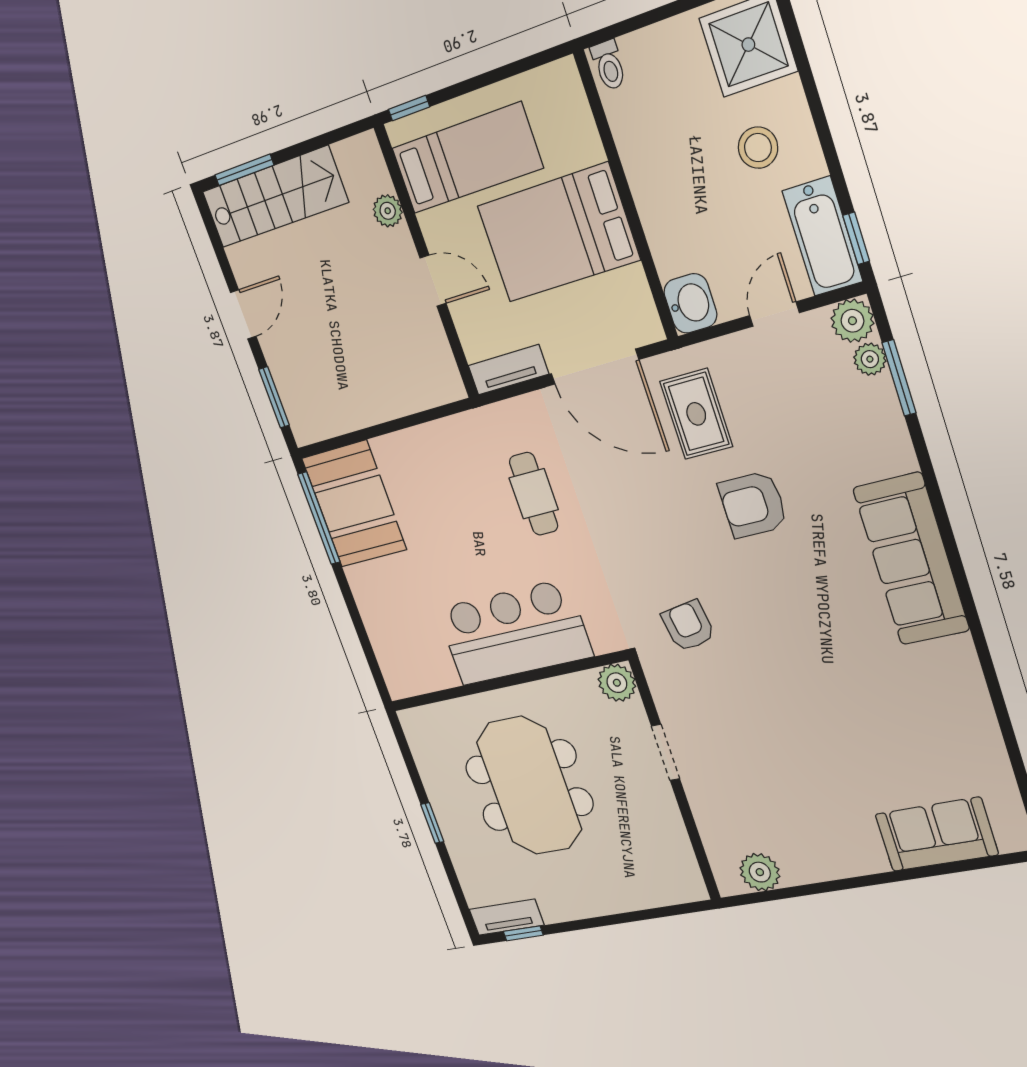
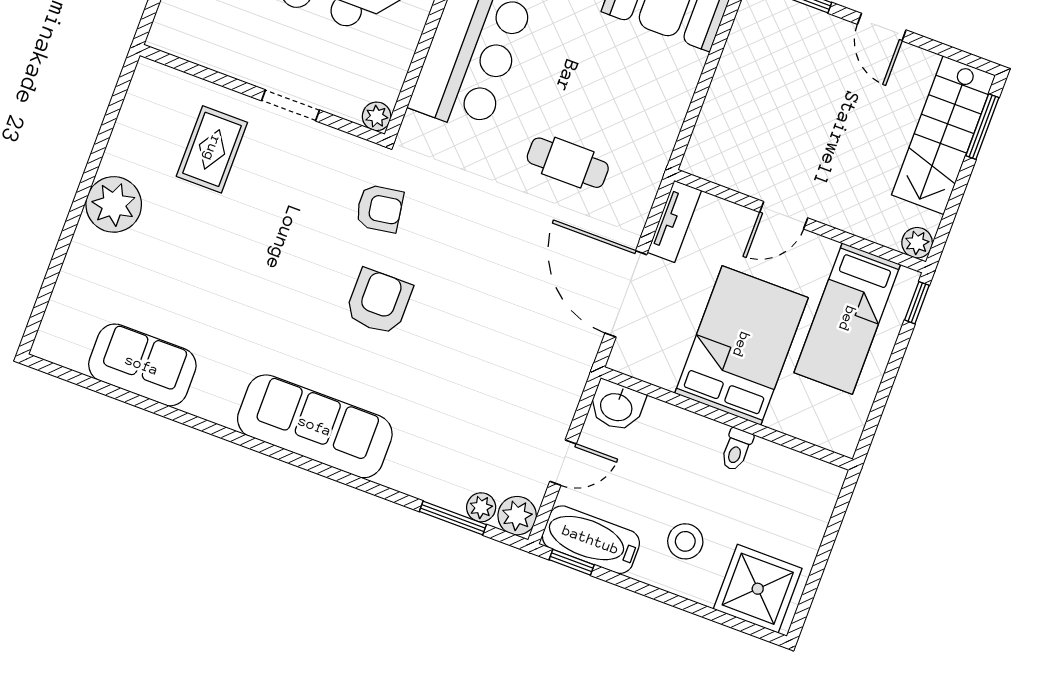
toilet: (609, 65) -> (736, 449), moved, turned -90
plant: (388, 211) -> (917, 243), moved
door: (774, 314) -> (563, 463), hinge flipped
door: (595, 367) -> (626, 294), hinge flipped
rug: (696, 414) -> (212, 149), moved, turned 90
armchair: (753, 505) -> (379, 302), moved
plant: (617, 683) -> (377, 116), width x0.73, depth x0.73
sofa: (936, 834) -> (142, 365), moved, turned -90
plant: (760, 872) -> (114, 204), moved, width x1.36, depth x1.36

